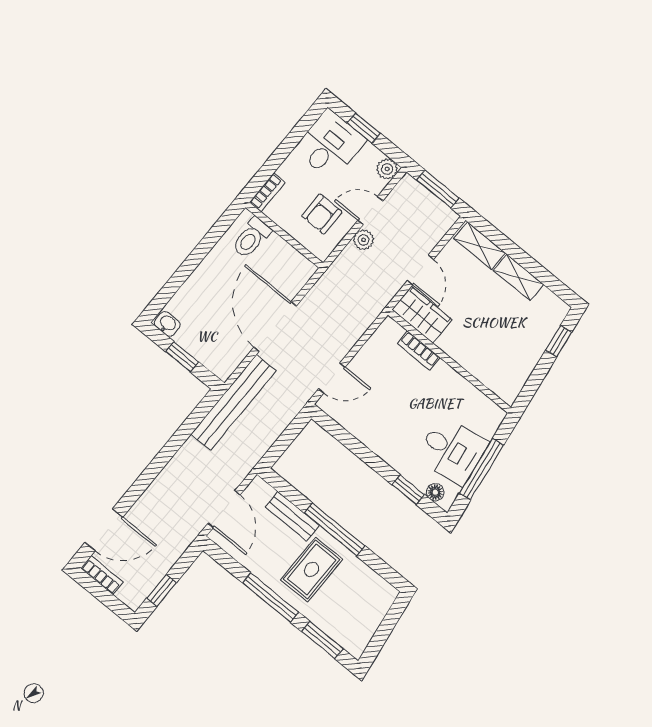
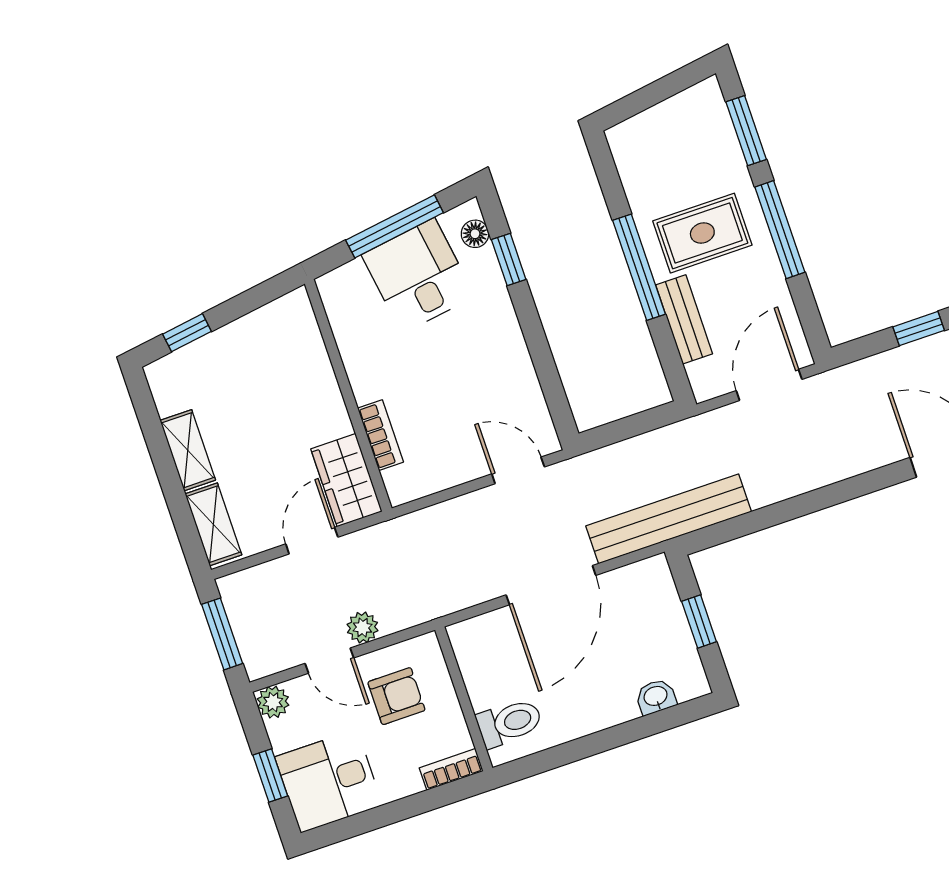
washbasin: (167, 324) -> (656, 697), moved, turned 90

